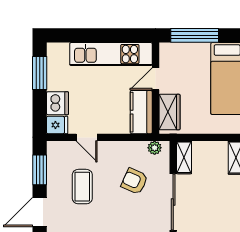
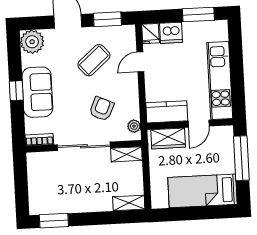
door: (156, 79) -> (199, 124), swing flipped
coffee table: (82, 187) -> (94, 60), turned -41

